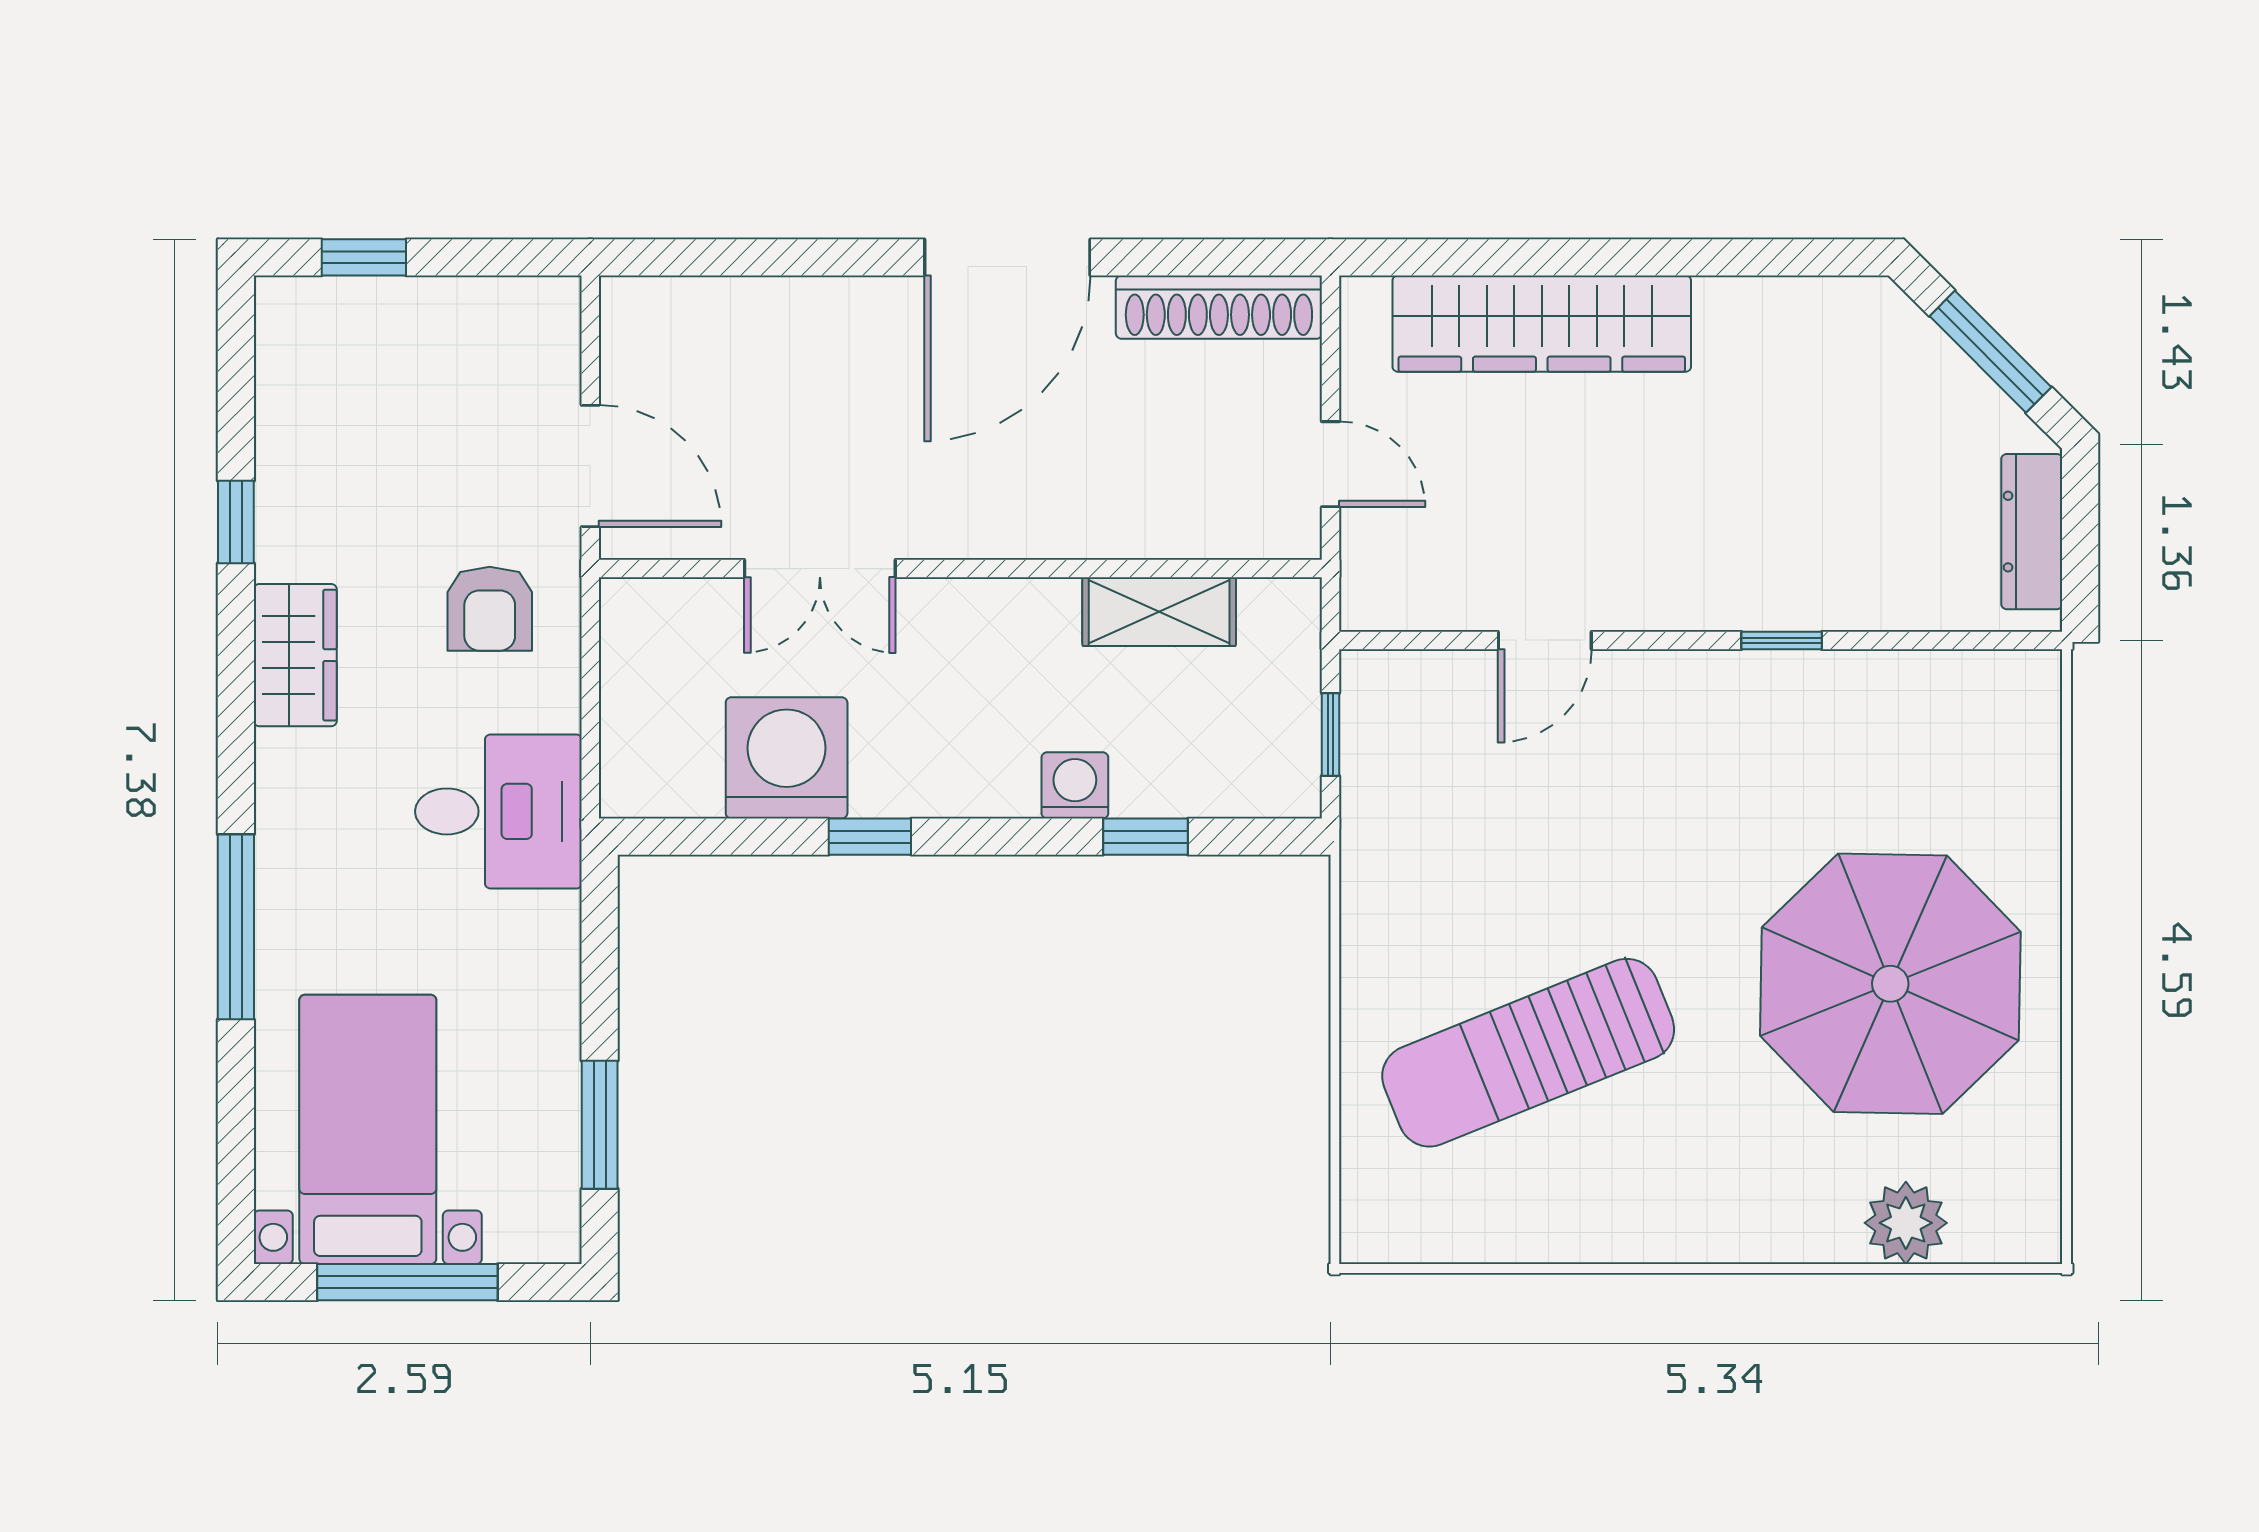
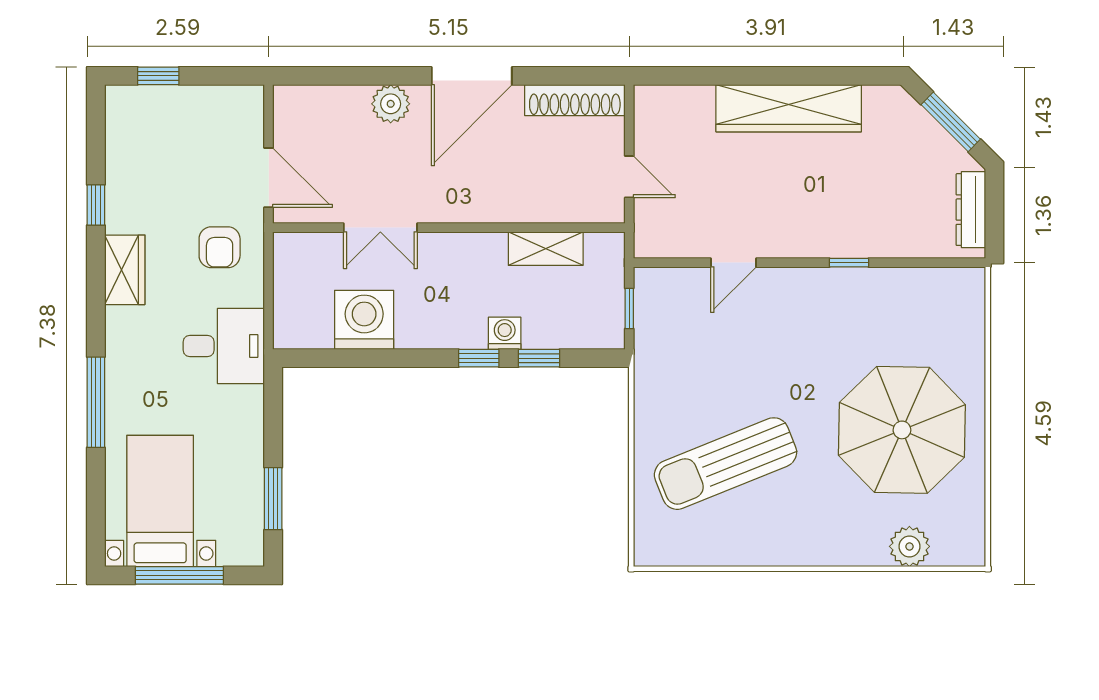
plant: (841, 314) -> (391, 104), added
wardrobe: (1542, 324) -> (789, 108), moved
window: (870, 837) -> (479, 358), moved

